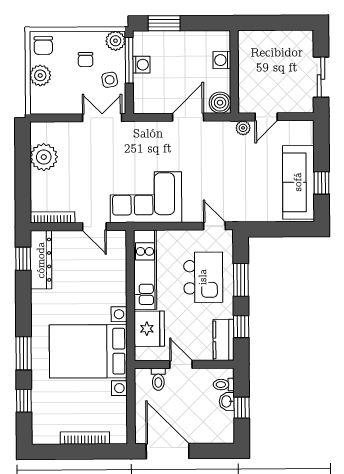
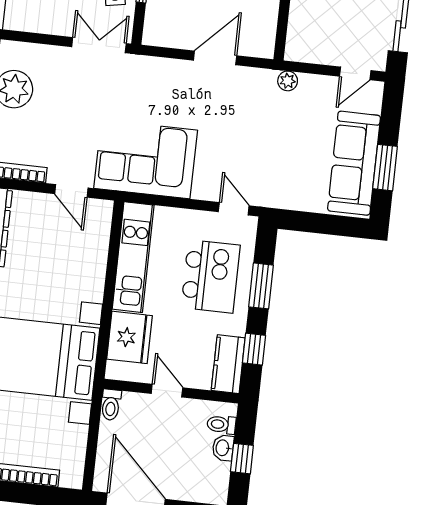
boiler: (220, 103) -> (260, 43), removed
door: (266, 117) -> (355, 73), moved
window: (322, 183) -> (385, 168), width x1.50
toilet: (158, 379) -> (111, 405), moved

